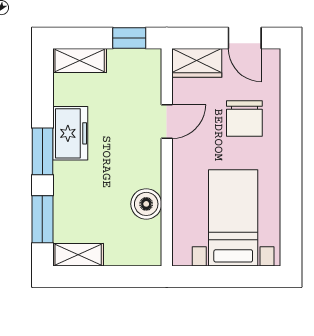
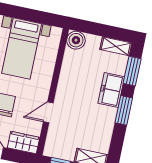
freezer: (70, 133) -> (111, 90), moved
boiler: (146, 204) -> (76, 40), moved

